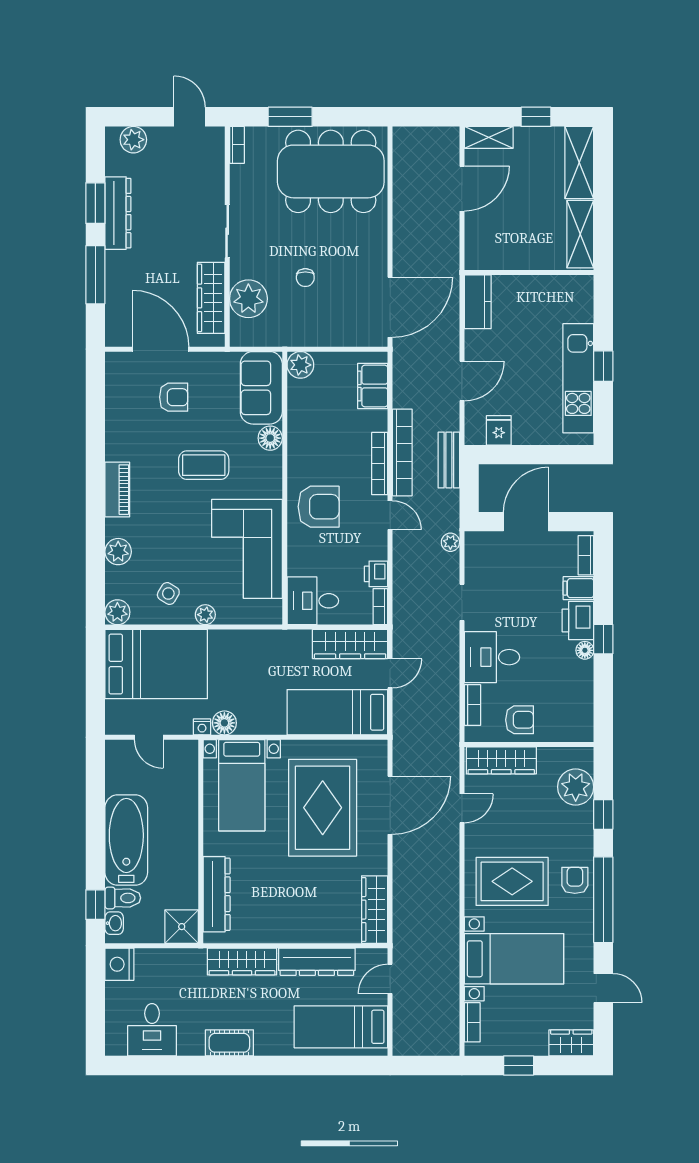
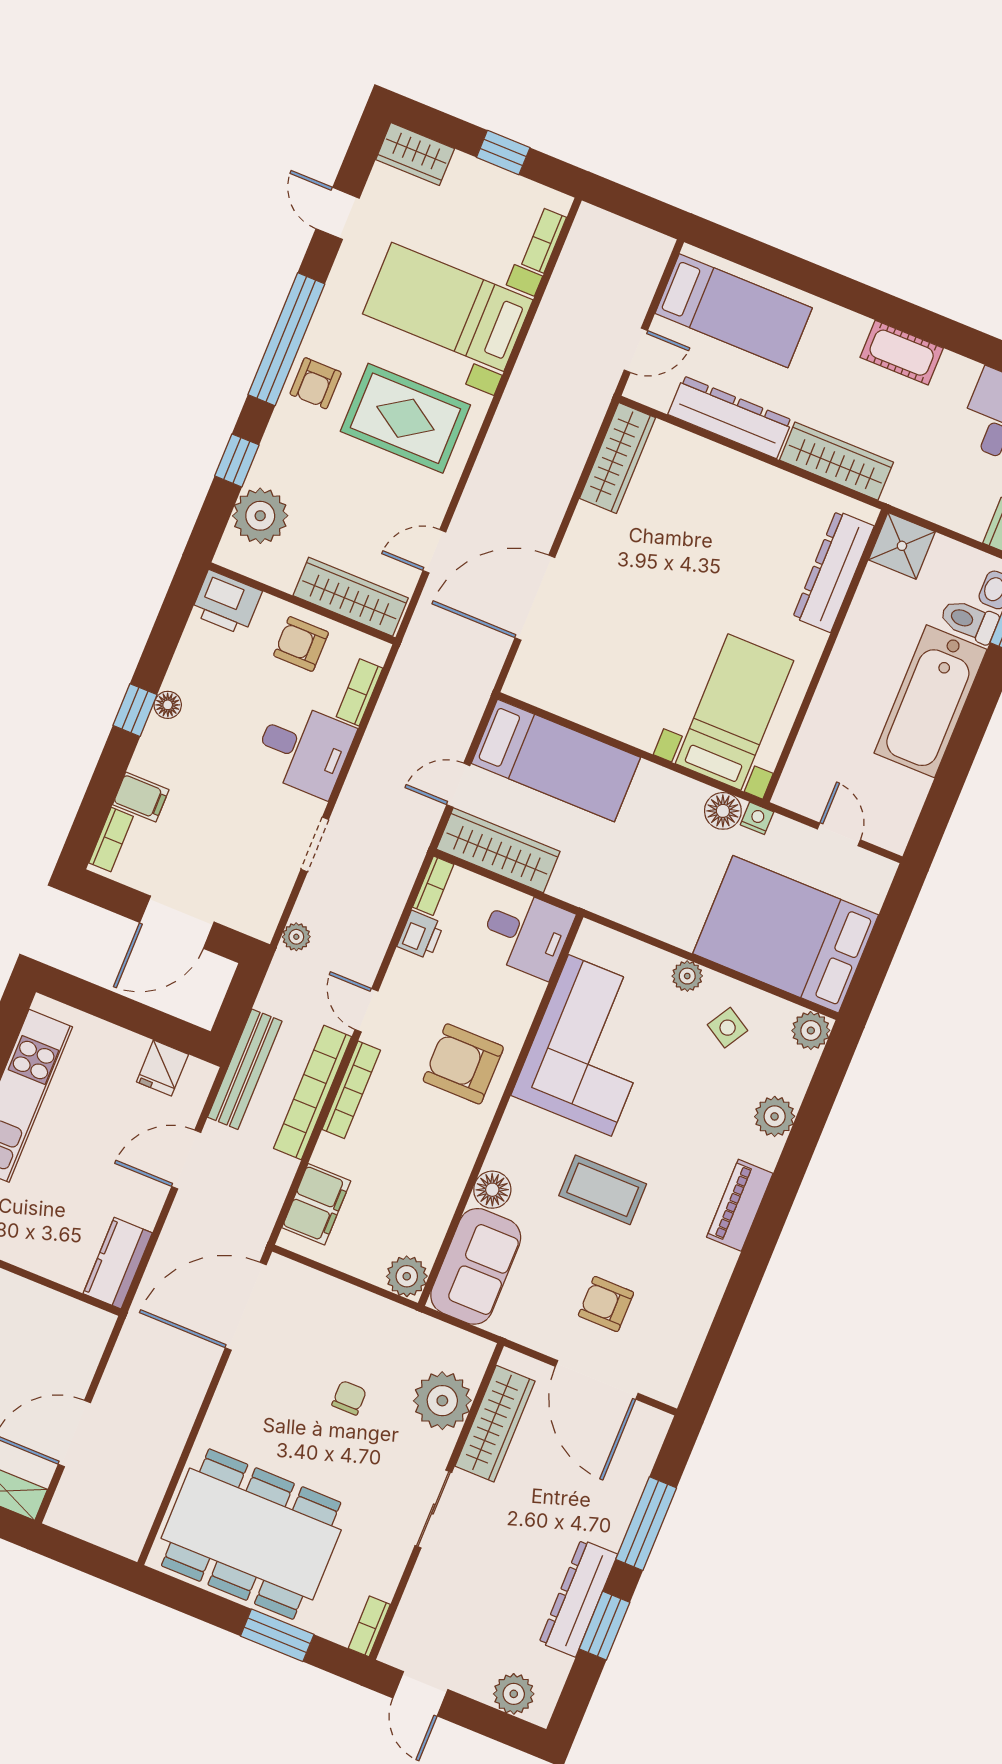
bench: (449, 460) -> (245, 1069), width x1.36
printer: (578, 621) -> (226, 603), moved, turned 90
rug: (323, 808) -> (632, 633), removed

